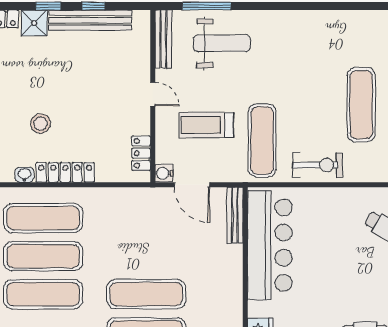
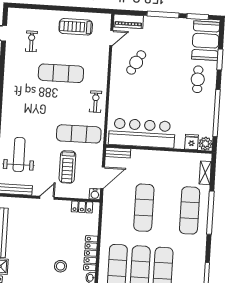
exercise bike: (318, 165) -> (96, 102), width x0.73, depth x0.72
bench: (235, 215) -> (118, 153), width x0.73
exercise mat: (146, 294) -> (144, 208), moved

